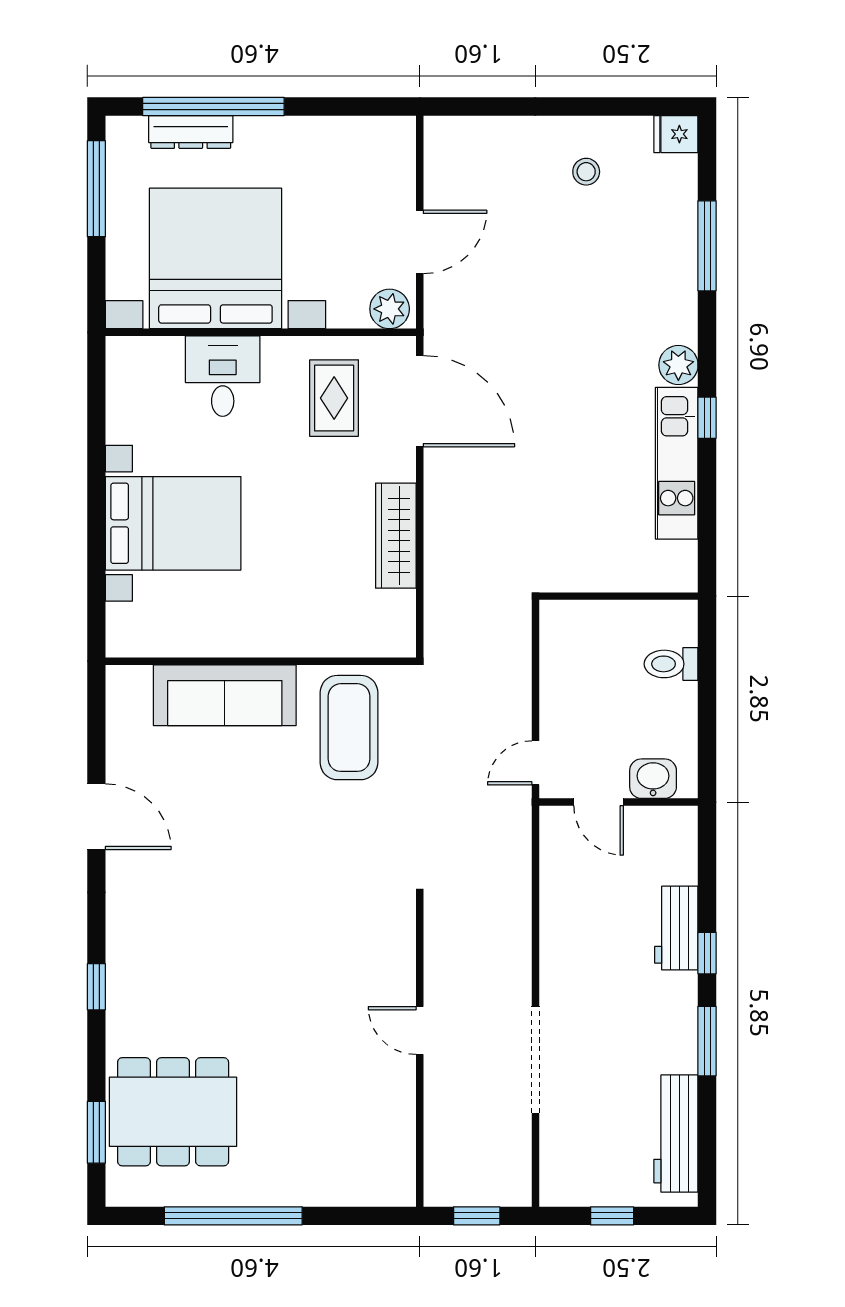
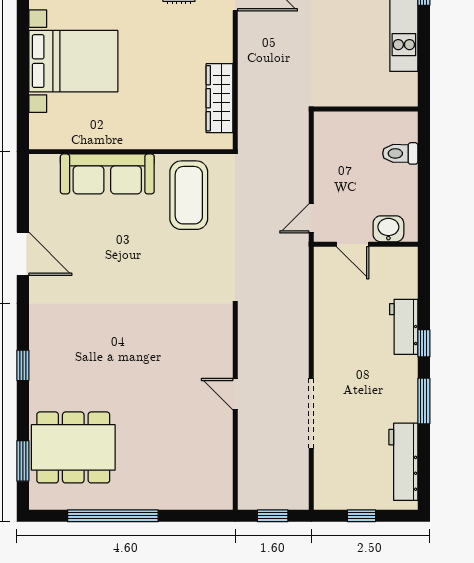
wardrobe: (396, 536) -> (220, 98), moved

